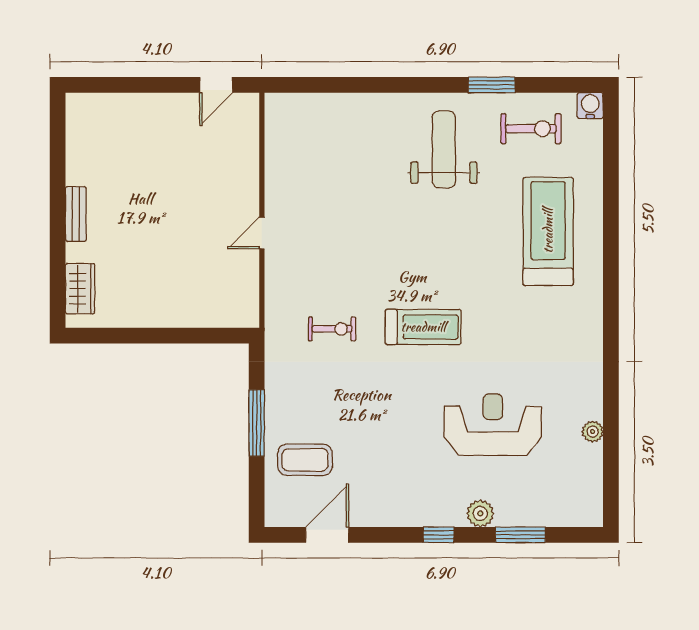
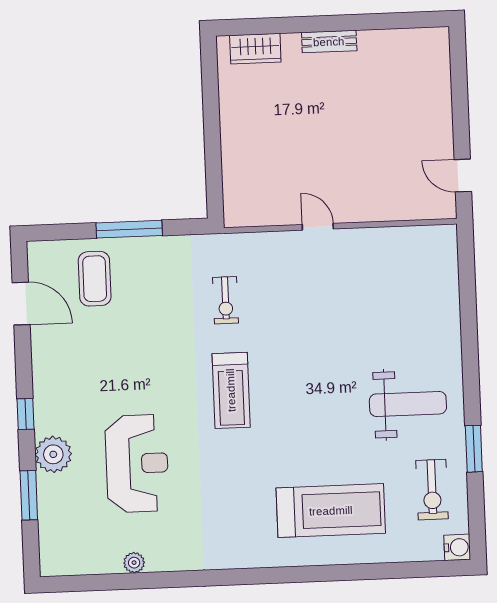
plant: (480, 513) -> (53, 454), width x1.36, depth x1.36

